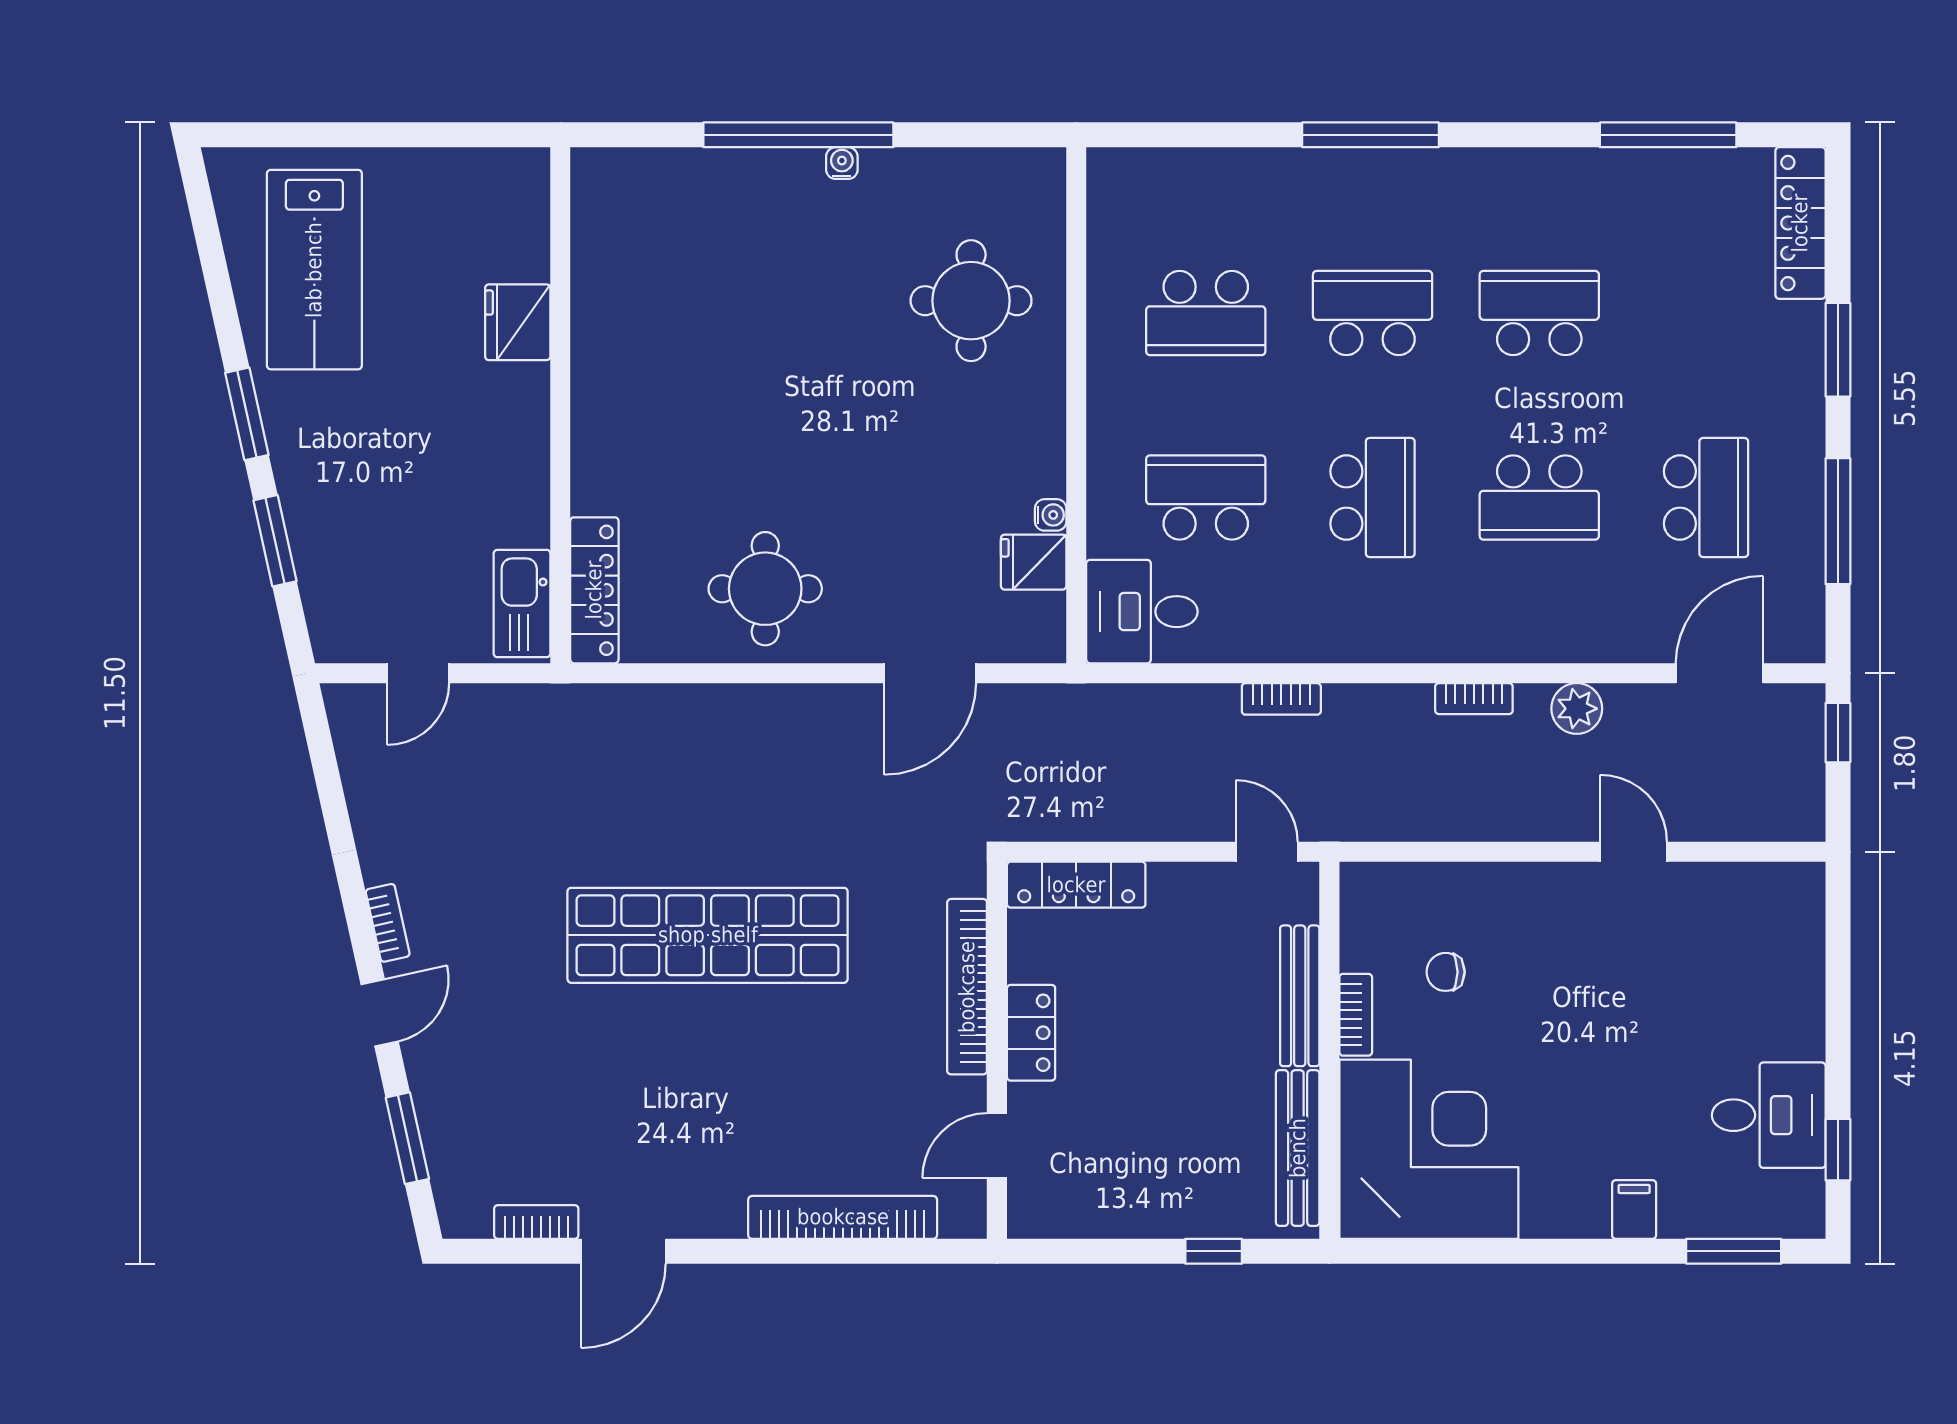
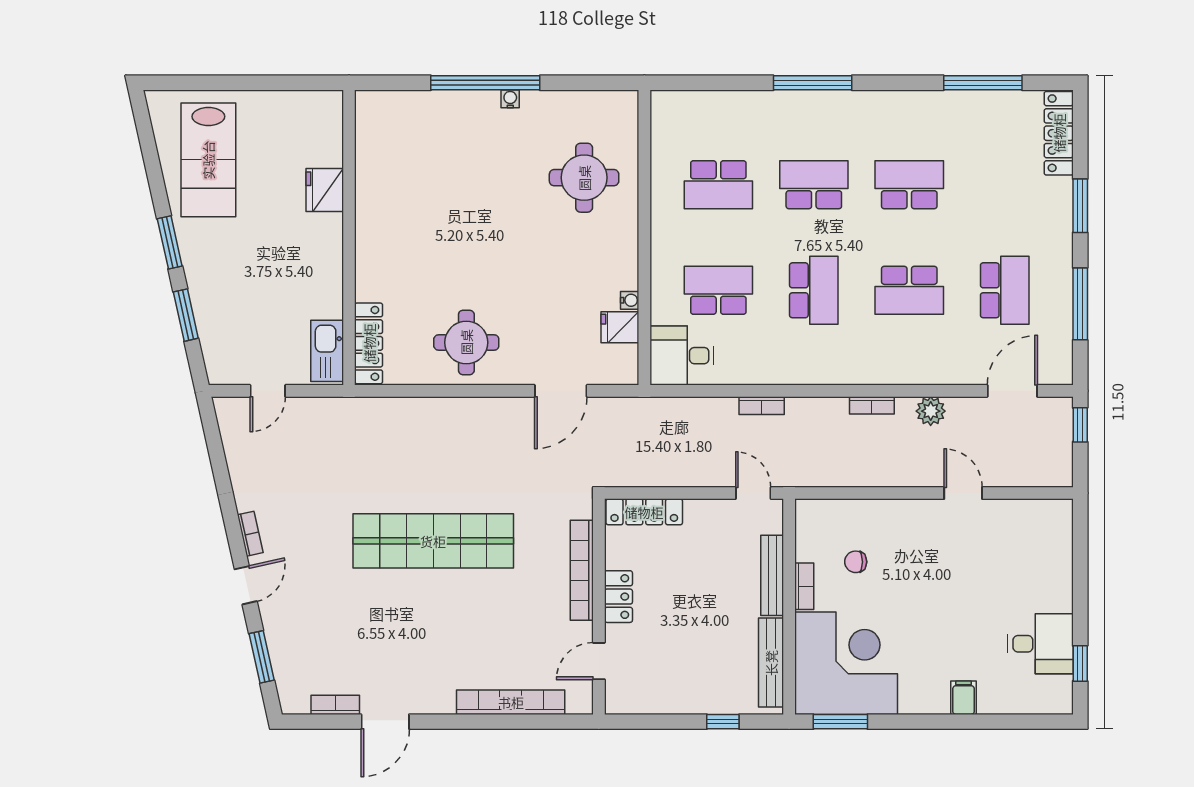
window: (1734, 1251) -> (840, 722), moved

